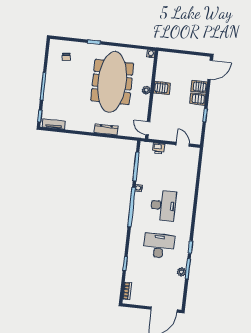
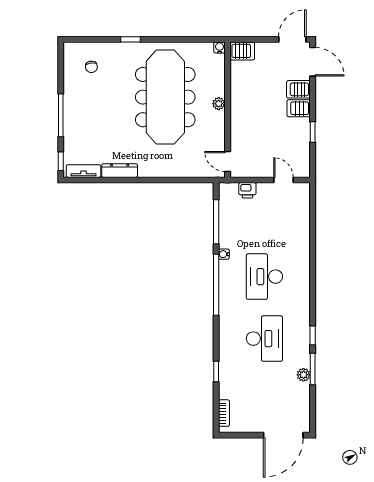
door: (199, 54) -> (292, 39), added
door: (210, 70) -> (313, 62), hinge flipped
server rack: (162, 88) -> (242, 51), moved
dresser: (106, 130) -> (120, 171), moved
desk: (163, 205) -> (264, 277), turned 180
desk: (159, 246) -> (264, 339), turned 90

